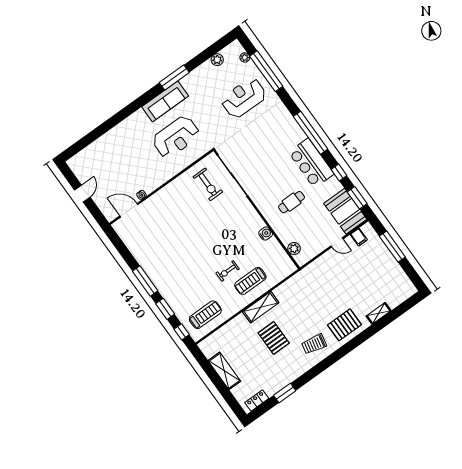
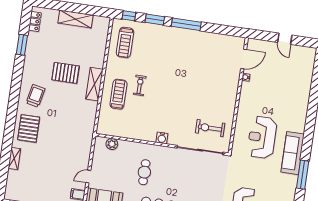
water cooler: (266, 234) -> (162, 138), moved

